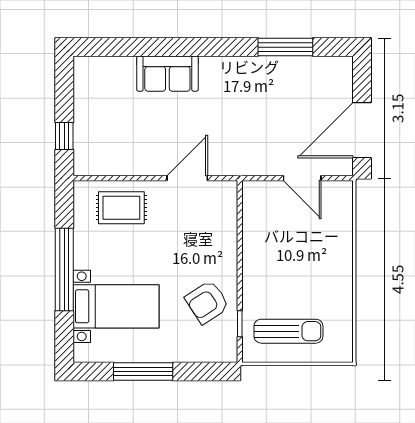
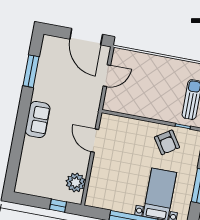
sofa: (167, 74) -> (38, 119), moved
plant: (109, 159) -> (76, 182), added
rug: (121, 208) -> (105, 181), removed

